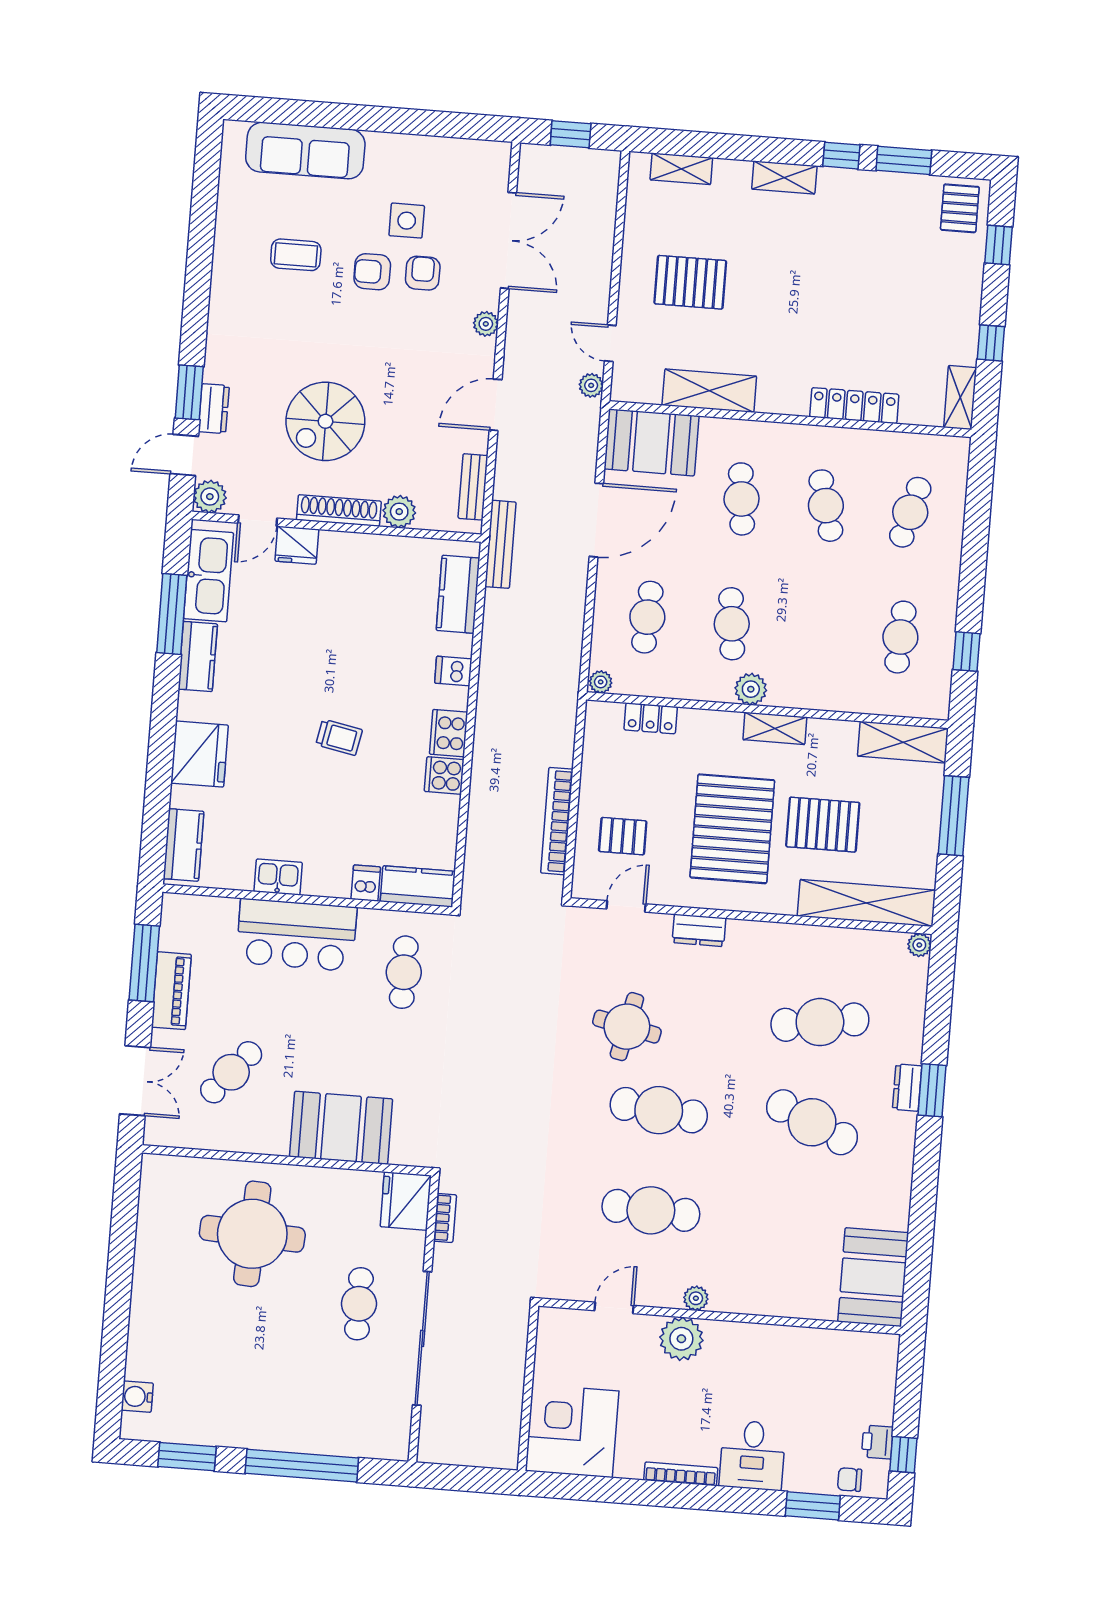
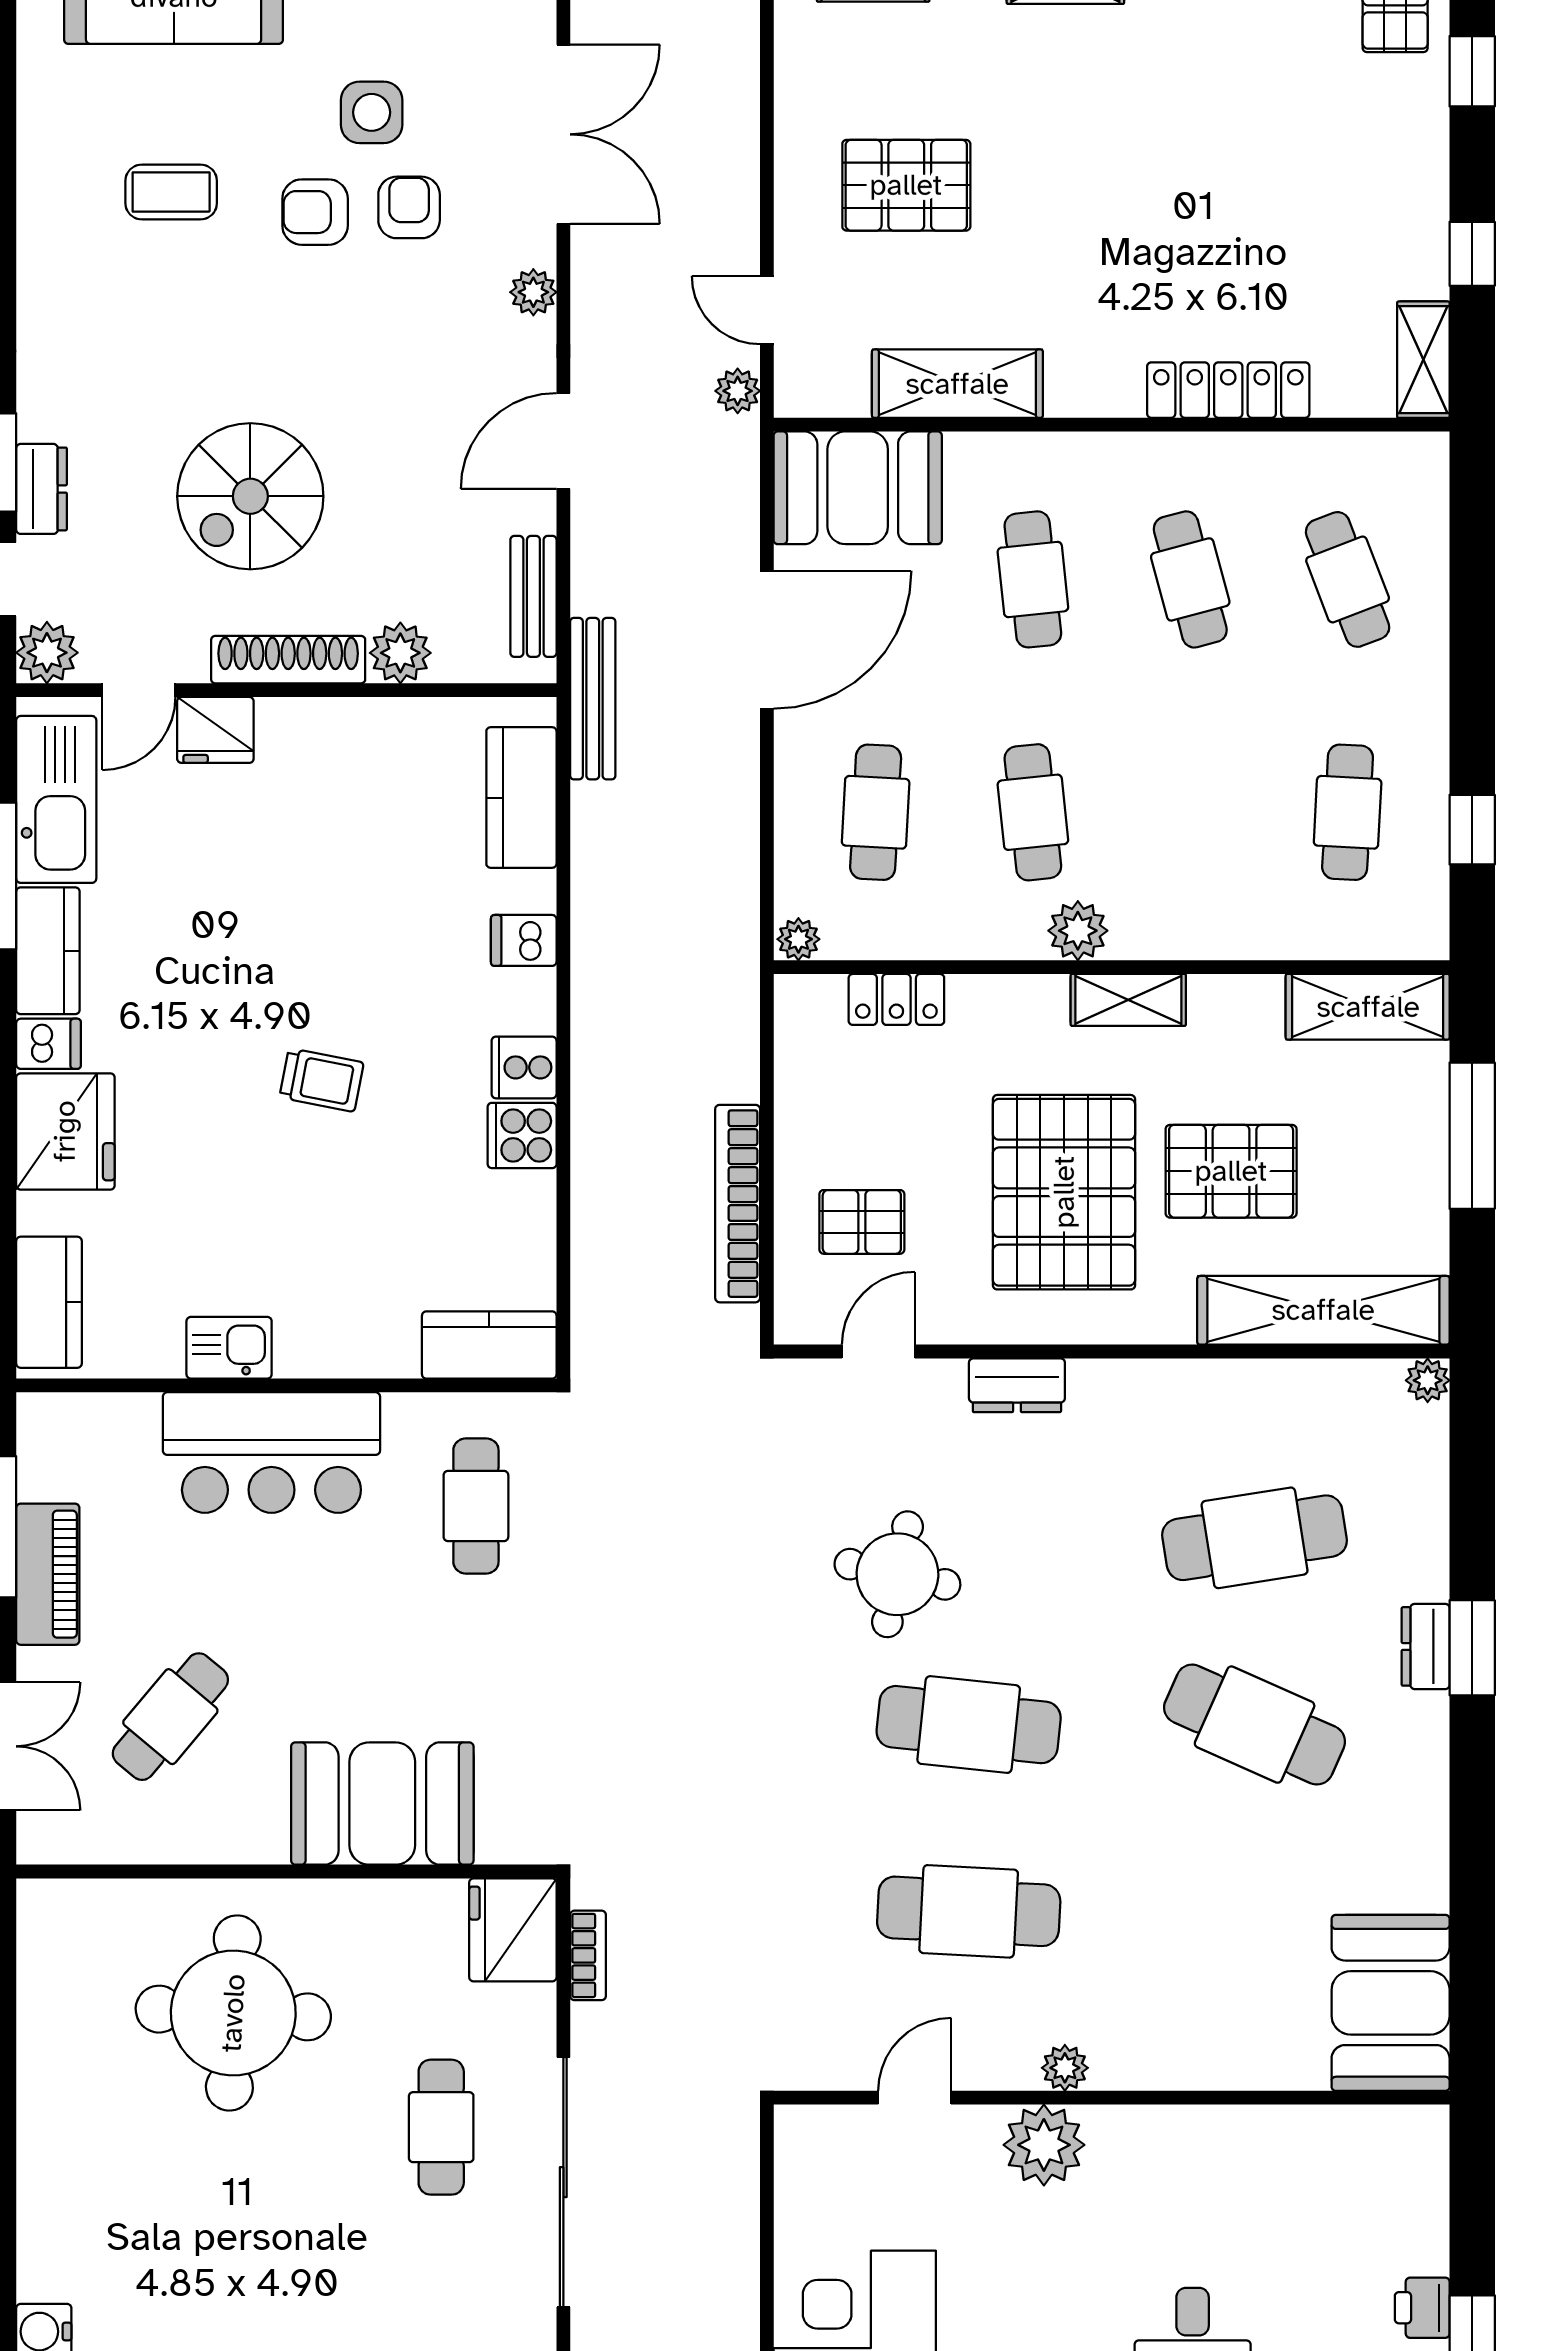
cafe table: (910, 512) -> (1348, 579), turned -36
cooker: (449, 733) -> (524, 1067), width x0.73
dishwasher: (366, 883) -> (48, 1044), moved, turned 90

